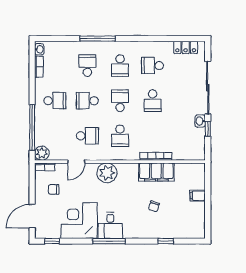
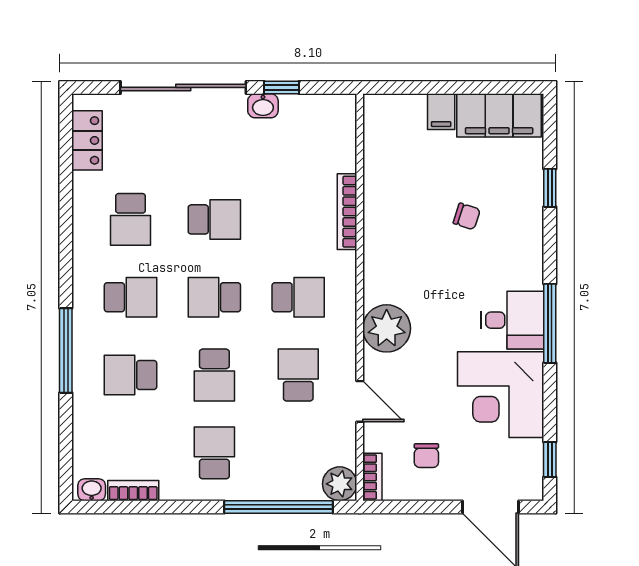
filing cabinet: (156, 172) -> (499, 115), moved, turned 90

